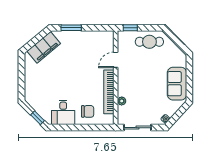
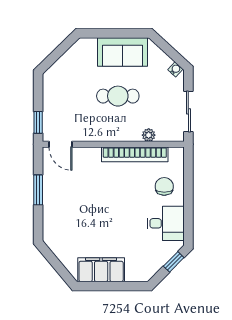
window: (71, 28) -> (38, 190), moved
cafe table: (149, 42) -> (118, 96), moved, turned 90
filing cabinet: (44, 47) -> (101, 270), moved, turned -50
door: (116, 60) -> (61, 144), moved

